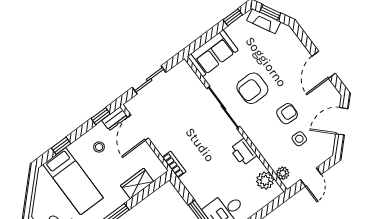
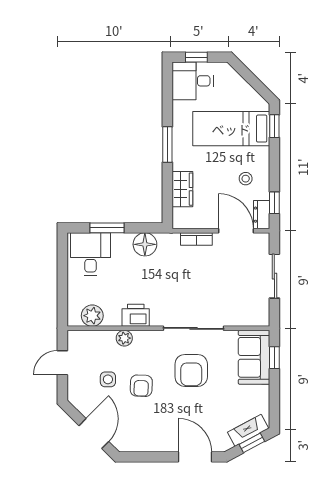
window: (233, 17) -> (274, 358), moved
door: (324, 65) -> (195, 457), moved
armchair: (252, 88) -> (191, 370), turned 180
window: (61, 146) -> (274, 126), moved
bookcase: (174, 164) -> (196, 239), moved
plant: (283, 173) -> (124, 338), moved
door: (311, 177) -> (62, 363), hinge flipped
floor lamp: (192, 181) -> (145, 244), added

